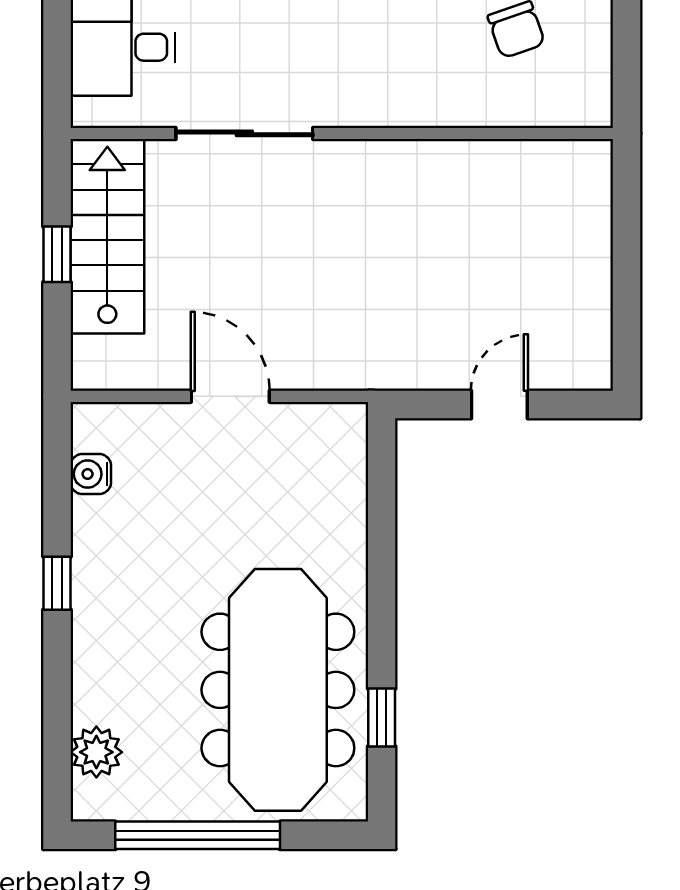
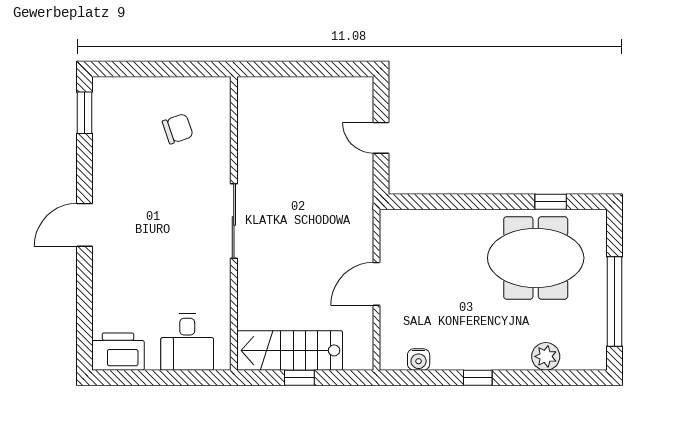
sliding door: (244, 133) -> (234, 221), moved
meeting table: (278, 690) -> (536, 258), width x0.73
plant: (96, 752) -> (546, 356), moved

